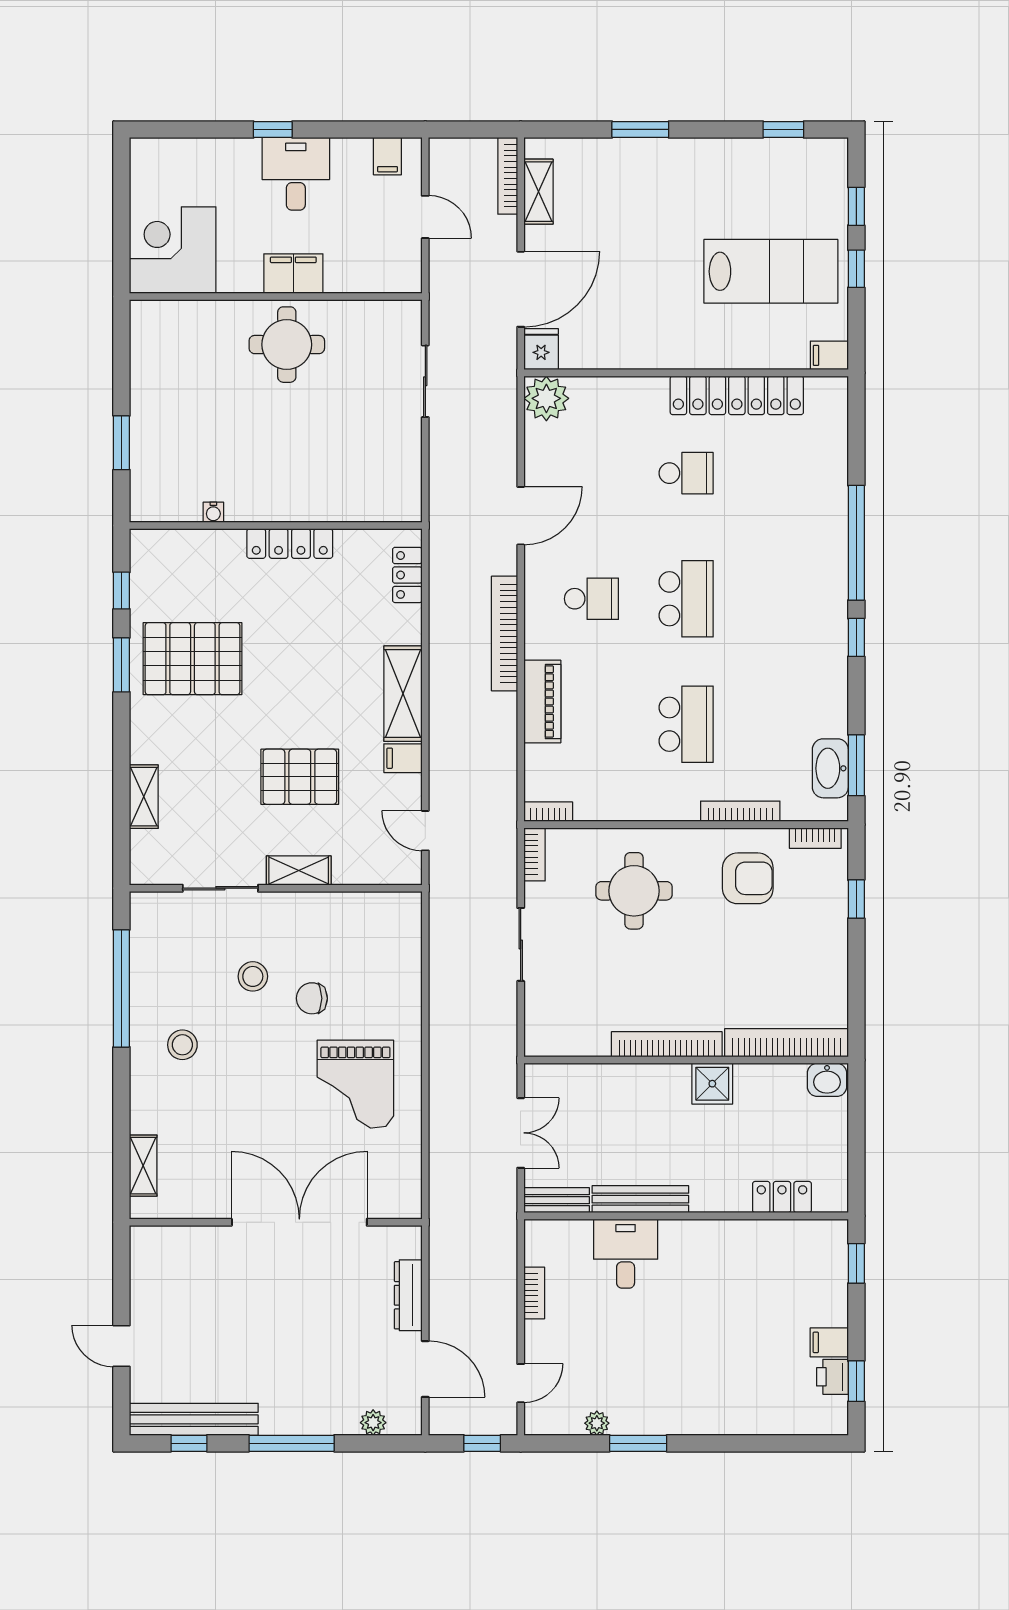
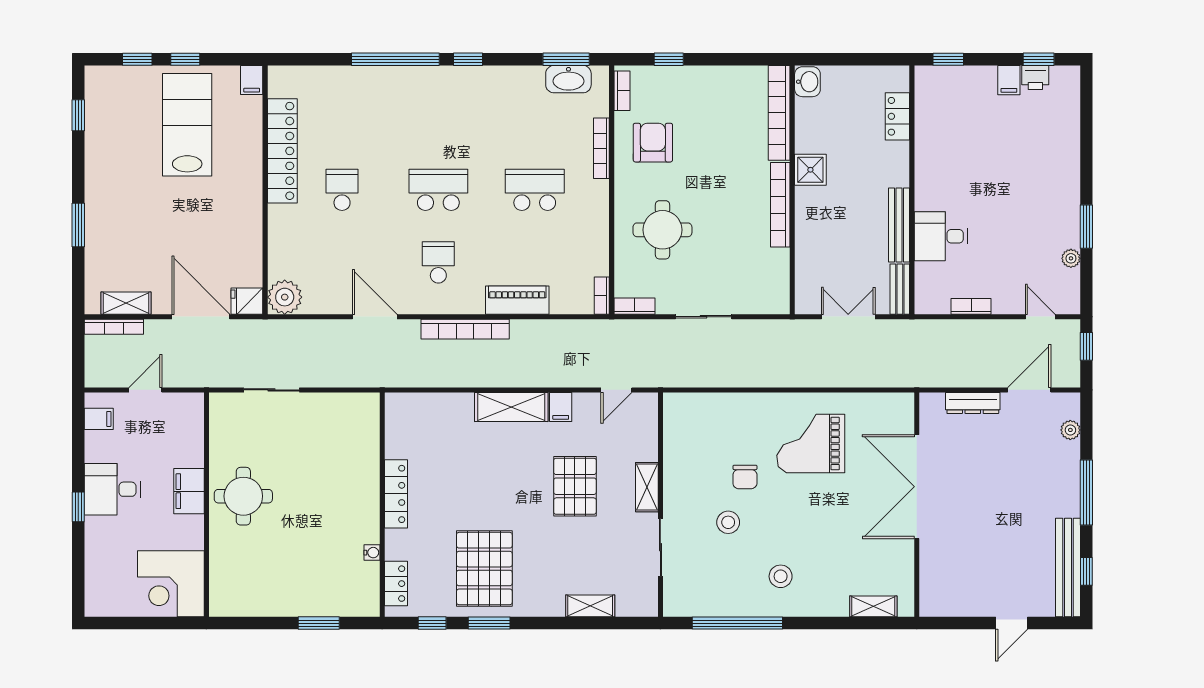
locker: (407, 575) -> (396, 584), moved, turned -90
grand piano: (355, 1084) -> (811, 444), turned 180

